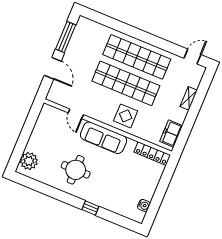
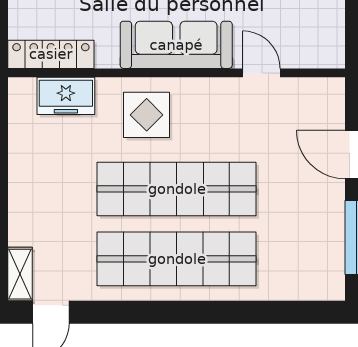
shelving: (189, 98) -> (20, 274), moved
freezer: (171, 133) -> (66, 96), moved, turned 90

